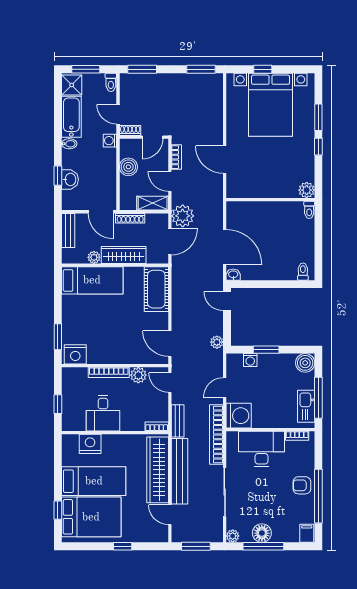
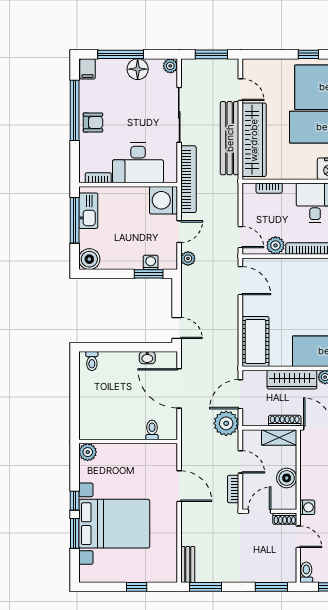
bed with nightstands: (271, 105) -> (114, 524), moved, turned 90
shelving: (153, 203) -> (279, 437), moved
toilet: (309, 210) -> (152, 430), moved
washbasin: (233, 275) -> (147, 358), moved
plant: (217, 342) -> (188, 259), moved
window: (266, 350) -> (149, 274), moved
bench: (178, 421) -> (188, 565), moved
bookcase: (157, 427) -> (269, 188), moved
window: (123, 546) -> (308, 54), moved
window: (263, 546) -> (121, 54), moved

